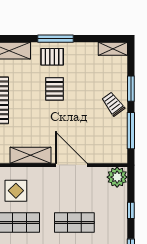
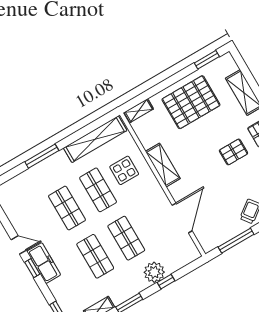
door: (71, 165) -> (182, 218), moved
plant: (117, 177) -> (154, 272), moved

